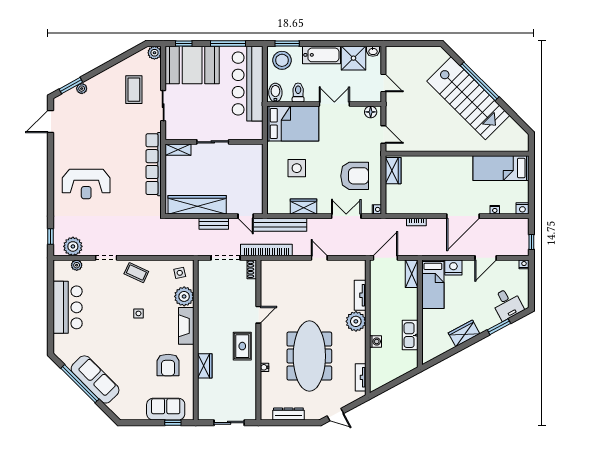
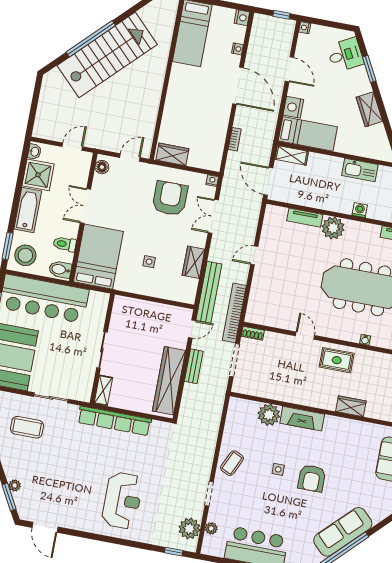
side table: (297, 168) -> (149, 262), width x0.54, depth x0.54
side table: (180, 273) -> (242, 415), removed
armchair: (168, 365) -> (312, 478), moved, turned 90

